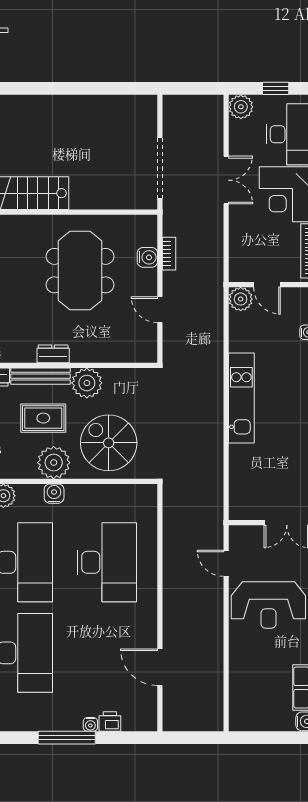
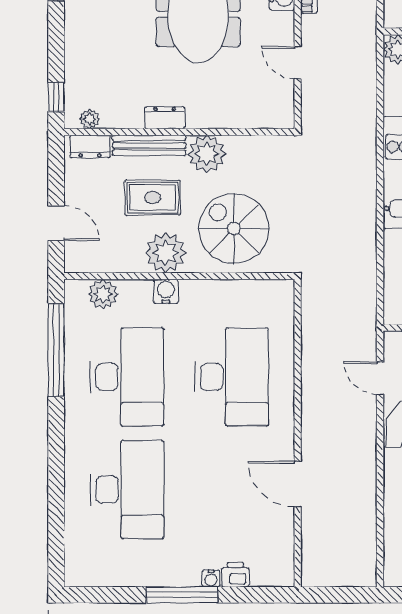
door: (160, 667) -> (298, 484), moved

